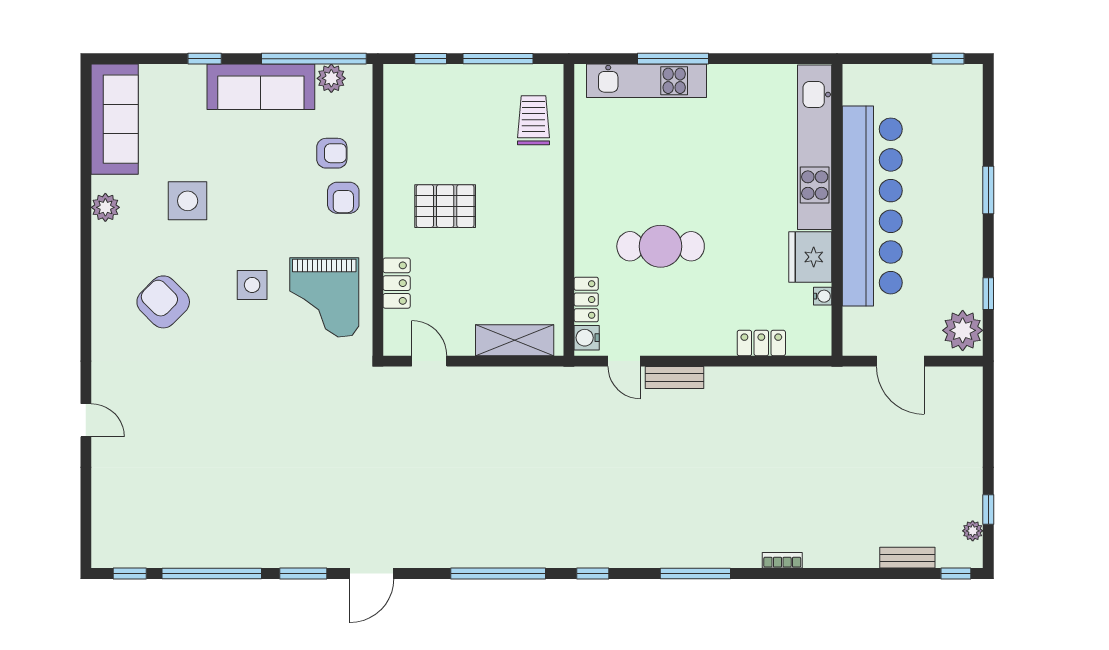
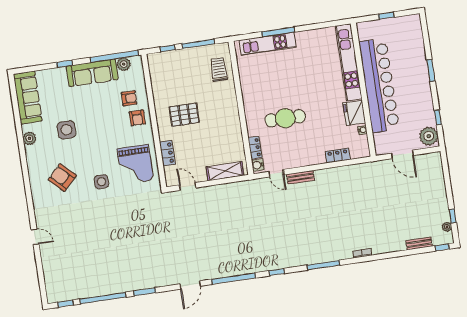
window: (948, 59) -> (386, 16), moved
side table: (252, 285) -> (101, 182), moved
door: (372, 573) -> (190, 285), moved

